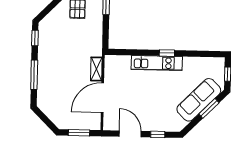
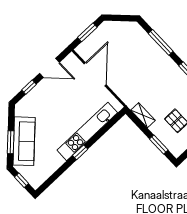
kitchen unit: (157, 63) -> (87, 131), width x1.36
shelving: (96, 69) -> (143, 115), moved

